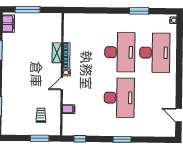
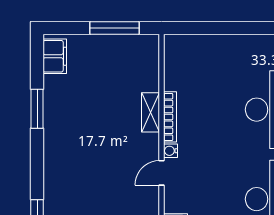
window: (28, 10) -> (115, 28), moved

